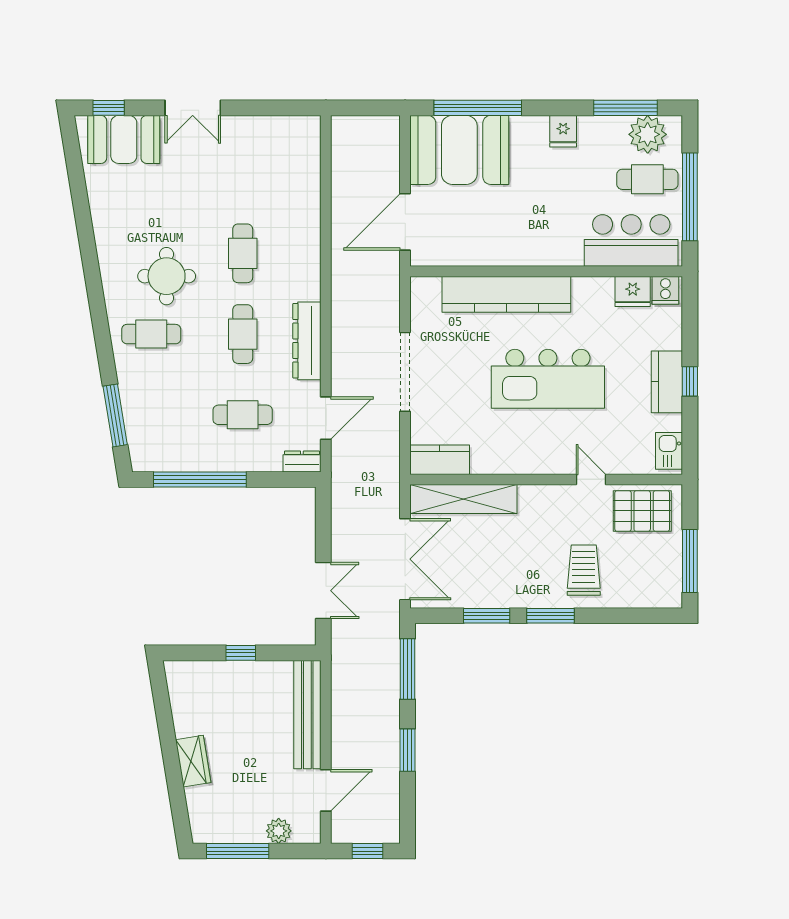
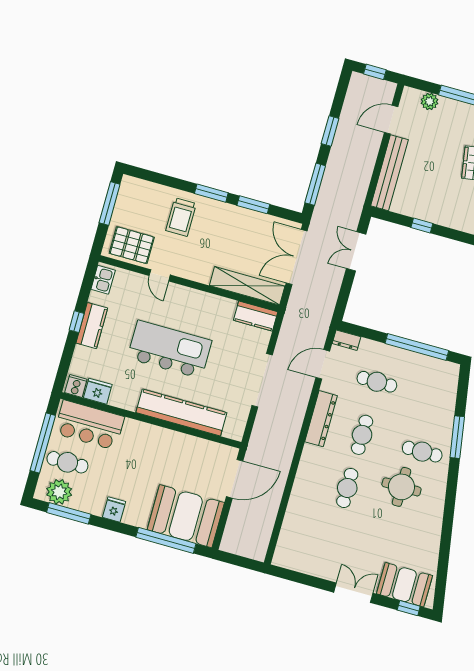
window: (115, 415) -> (457, 437), moved

